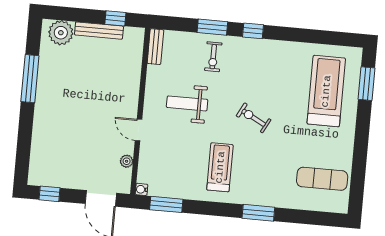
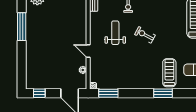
weight bench: (187, 103) -> (115, 33), turned 90
exercise bike: (254, 118) -> (145, 35), moved
treadmill: (220, 167) -> (169, 73), moved

